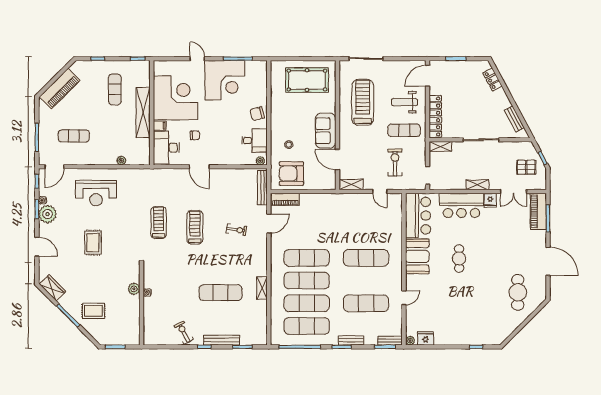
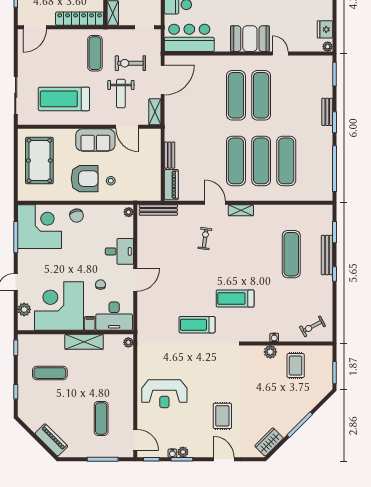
plant: (172, 66) -> (24, 309), added
door: (428, 76) -> (35, 27), hinge flipped
corner desk: (225, 80) -> (40, 227), moved
piano: (60, 89) -> (51, 440), width x0.73, depth x0.75
weight bench: (405, 102) -> (121, 94), moved
shelving: (143, 112) -> (84, 342), width x0.68
desk: (254, 141) -> (119, 251), moved, turned 90
door: (337, 160) -> (127, 127), hinge flipped
plant: (121, 161) -> (128, 342), moved
armchair: (291, 174) -> (85, 179), moved, turned -90
door: (380, 192) -> (163, 80), width x1.87
reception desk: (96, 193) -> (164, 394), turned 90
plant: (48, 214) -> (183, 452), width x0.53, depth x0.53
door: (269, 224) -> (215, 203), moved
treadmill: (195, 227) -> (235, 298), moved
rug: (93, 243) -> (222, 416), moved, turned 90
door: (37, 247) -> (224, 459), hinge flipped
booth: (417, 256) -> (250, 39), moved
shelving: (262, 288) -> (241, 210), moved
exercise mat: (221, 293) -> (291, 254), moved
exercise mat: (366, 303) -> (261, 95), moved
rug: (93, 311) -> (296, 366), moved
exercise mat: (307, 326) -> (311, 161), removed
exercise bike: (184, 332) -> (312, 326), moved
bench: (390, 341) -> (170, 155), moved

